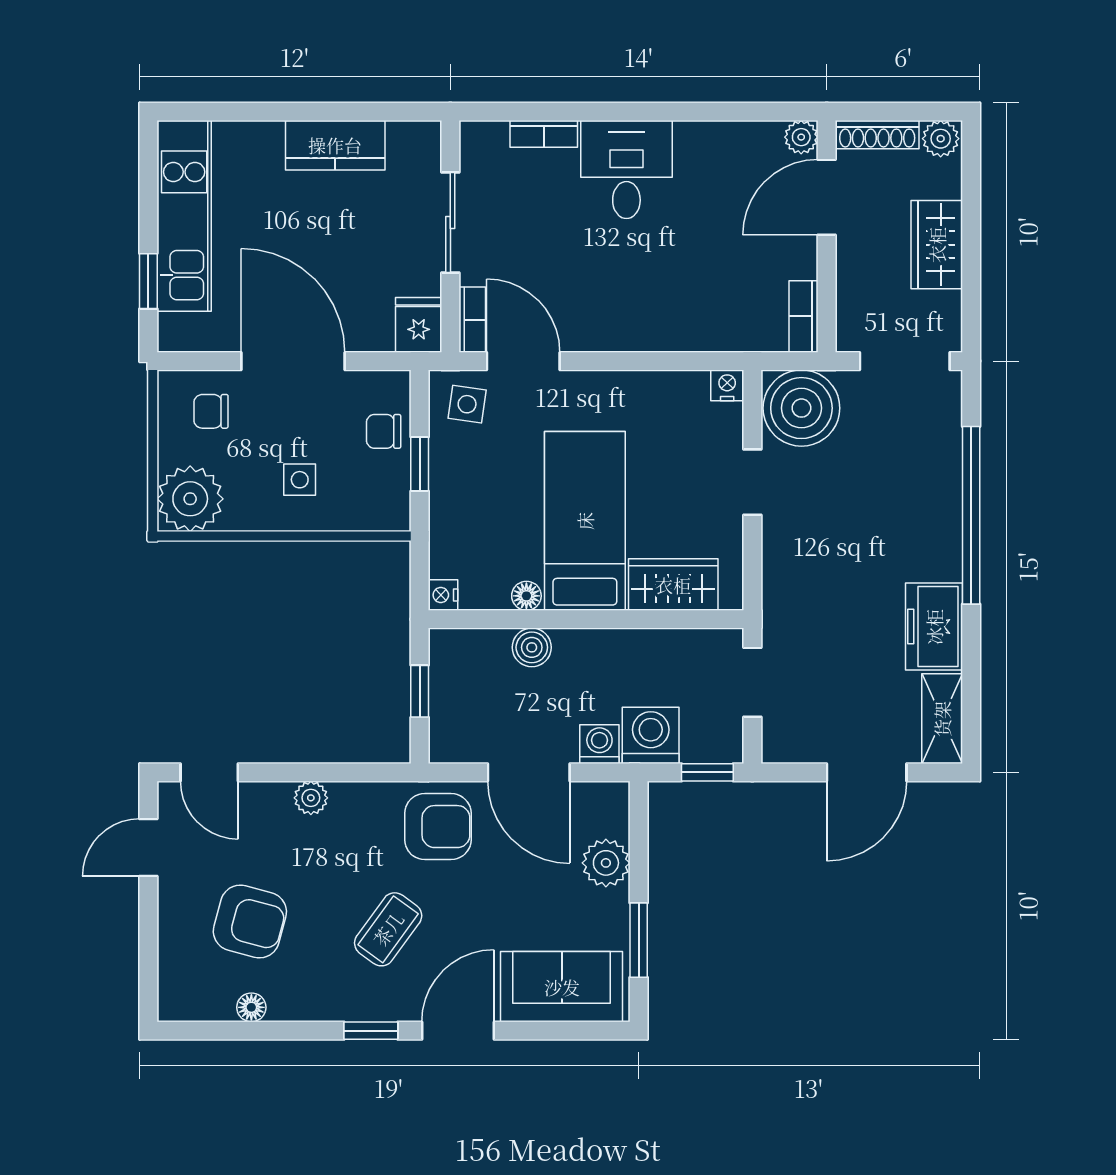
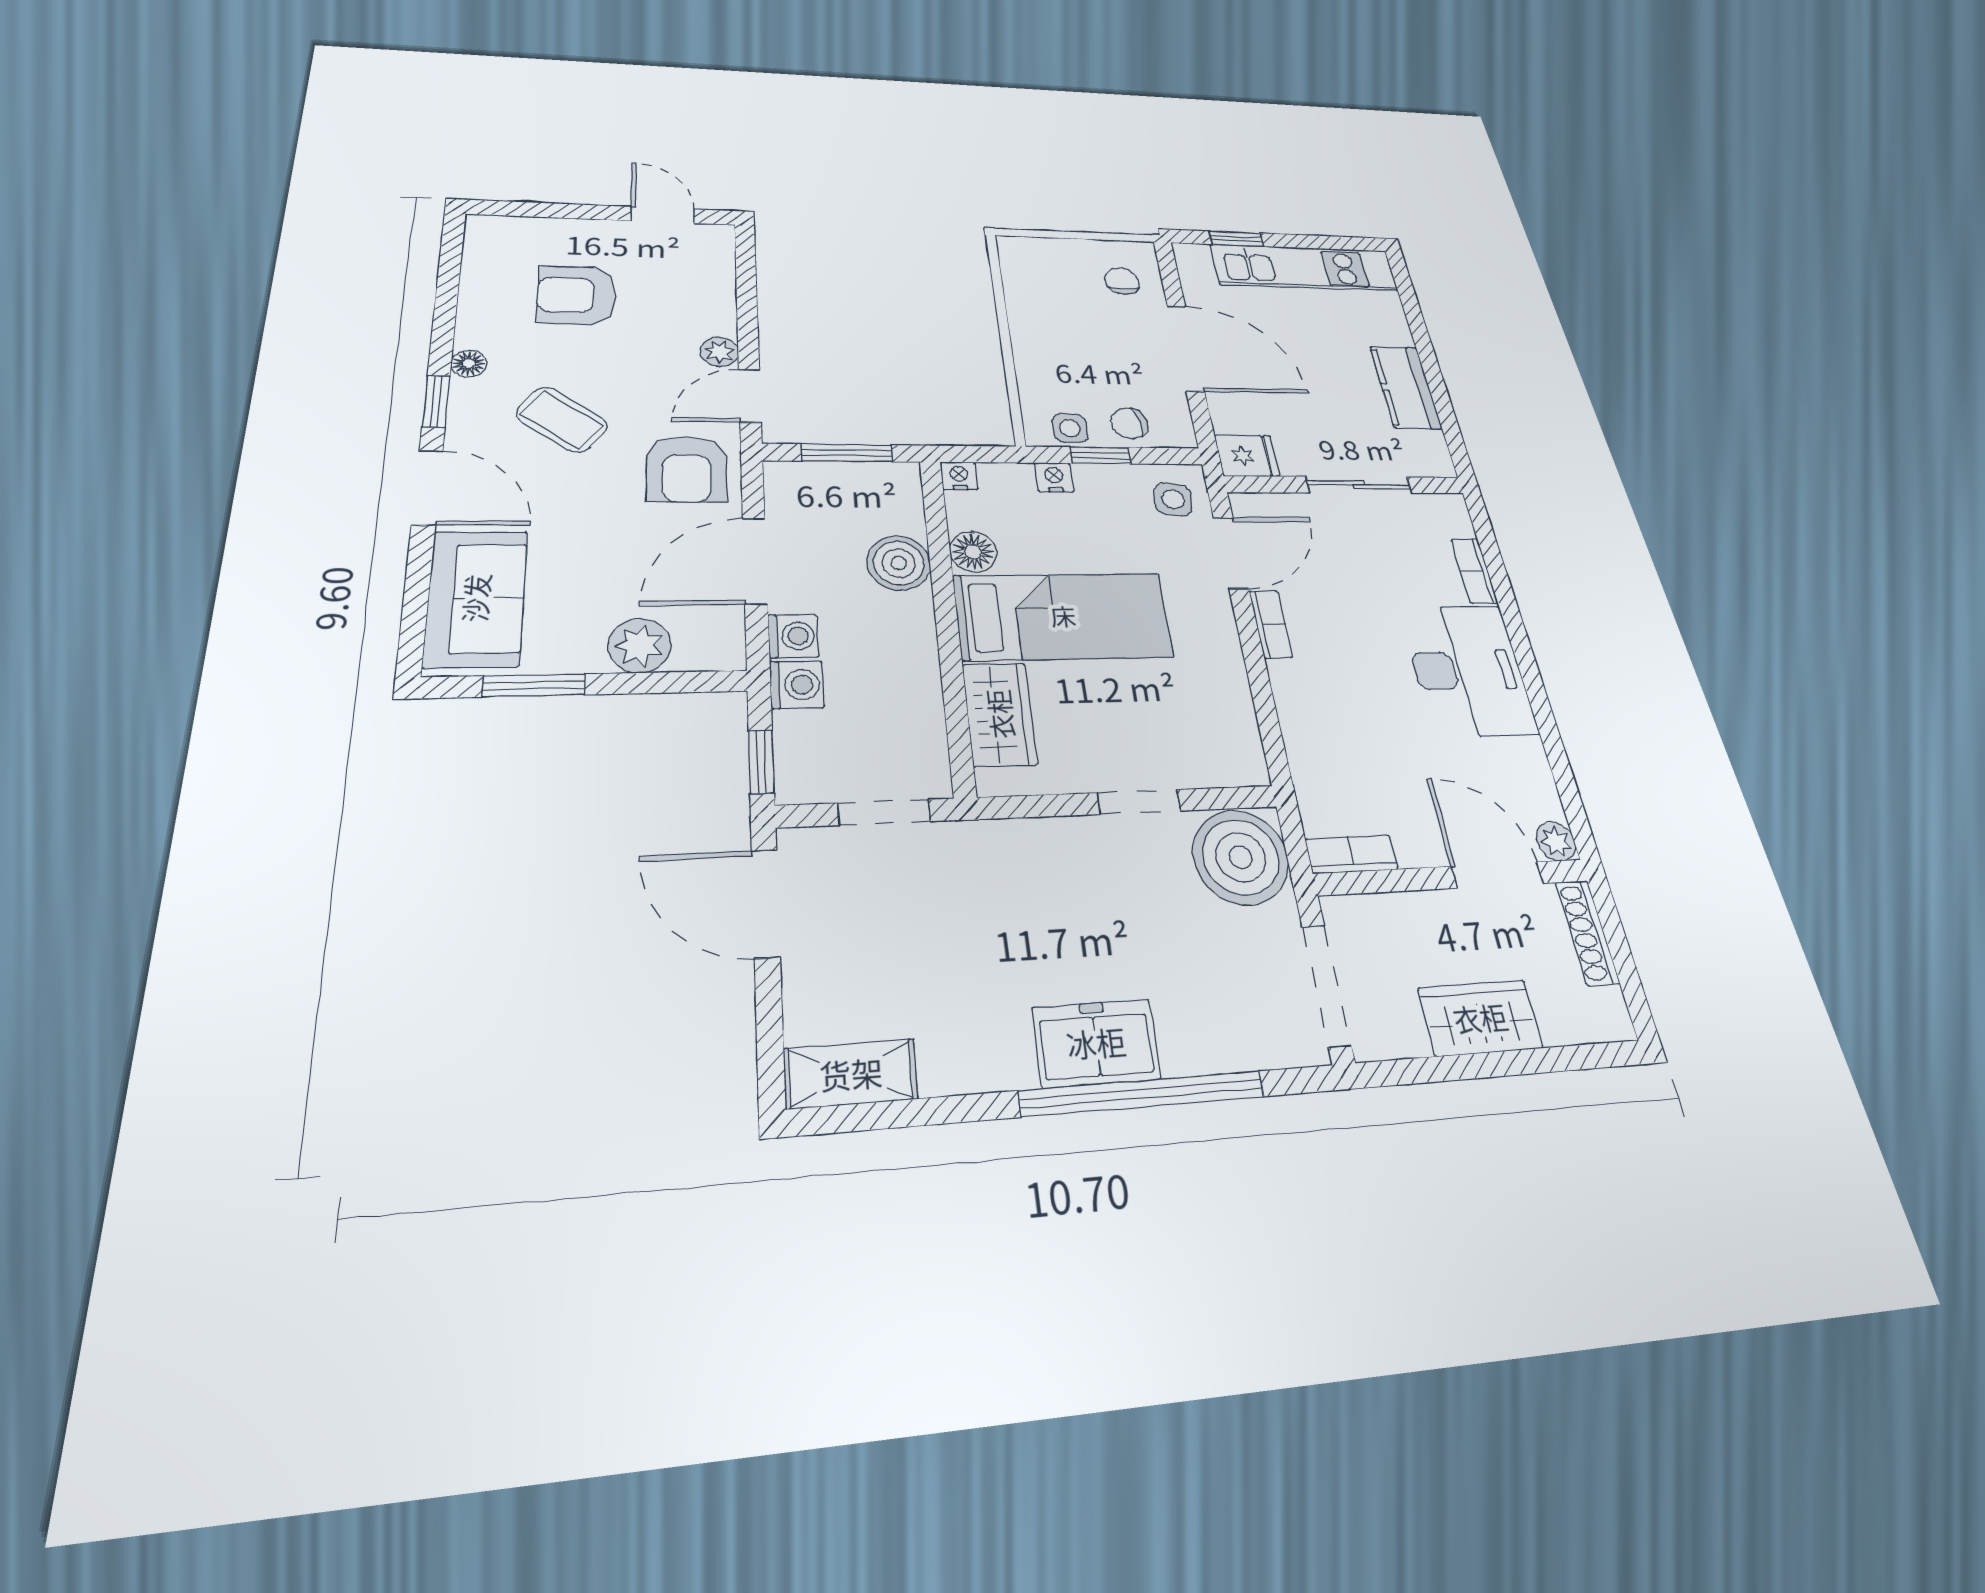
plant: (941, 139) -> (1608, 1013), removed
desk: (626, 170) -> (1468, 670), width x1.37
bookcase: (472, 320) -> (1271, 624), moved, turned -90
door: (293, 361) -> (1186, 348), hinge flipped
nightstand: (727, 385) -> (1054, 477), moved, turned -90
chair: (384, 431) -> (1129, 423), turned -101
side table: (300, 480) -> (1070, 428), moved
plant: (190, 499) -> (1032, 262), removed
floor lamp: (526, 596) -> (973, 552), width x1.37, depth x1.37
freezer: (934, 627) -> (1096, 1043), moved
boiler: (532, 647) -> (899, 563), width x1.36, depth x1.36
window: (420, 691) -> (847, 453), width x1.50
washing machine: (651, 735) -> (797, 685), width x0.73, depth x0.73
door: (209, 772) -> (750, 396), moved
door: (867, 772) -> (766, 903), moved
armchair: (250, 922) -> (577, 295), turned 75
floor lamp: (251, 1007) -> (469, 364), moved

